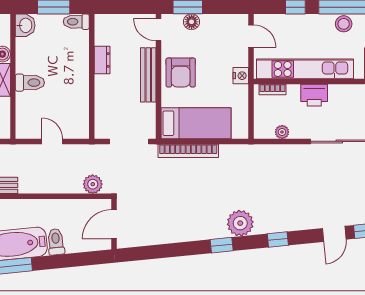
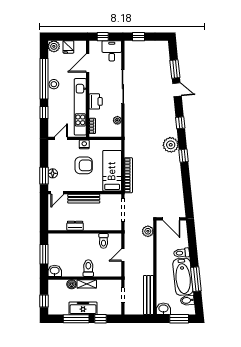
toilet: (76, 22) -> (103, 241), moved
armchair: (181, 73) -> (84, 165), moved

